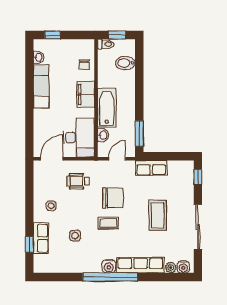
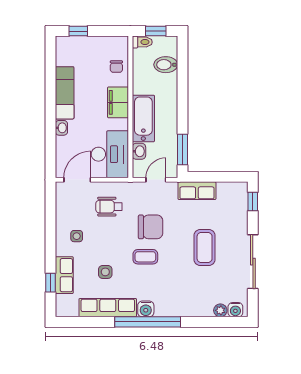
washbasin: (39, 57) -> (61, 128), moved
row of seats: (140, 265) -> (108, 308), moved

